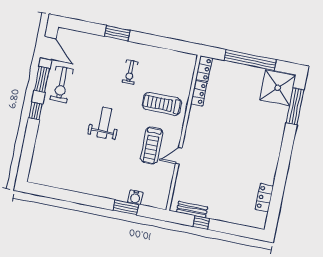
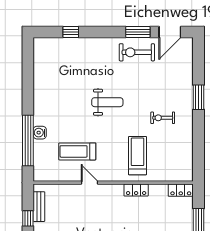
locker: (199, 93) -> (136, 190), moved
window: (36, 111) -> (71, 32), moved
treadmill: (152, 145) -> (77, 151), moved
water cooler: (135, 197) -> (40, 133), moved
window: (126, 207) -> (28, 141), width x2.11

